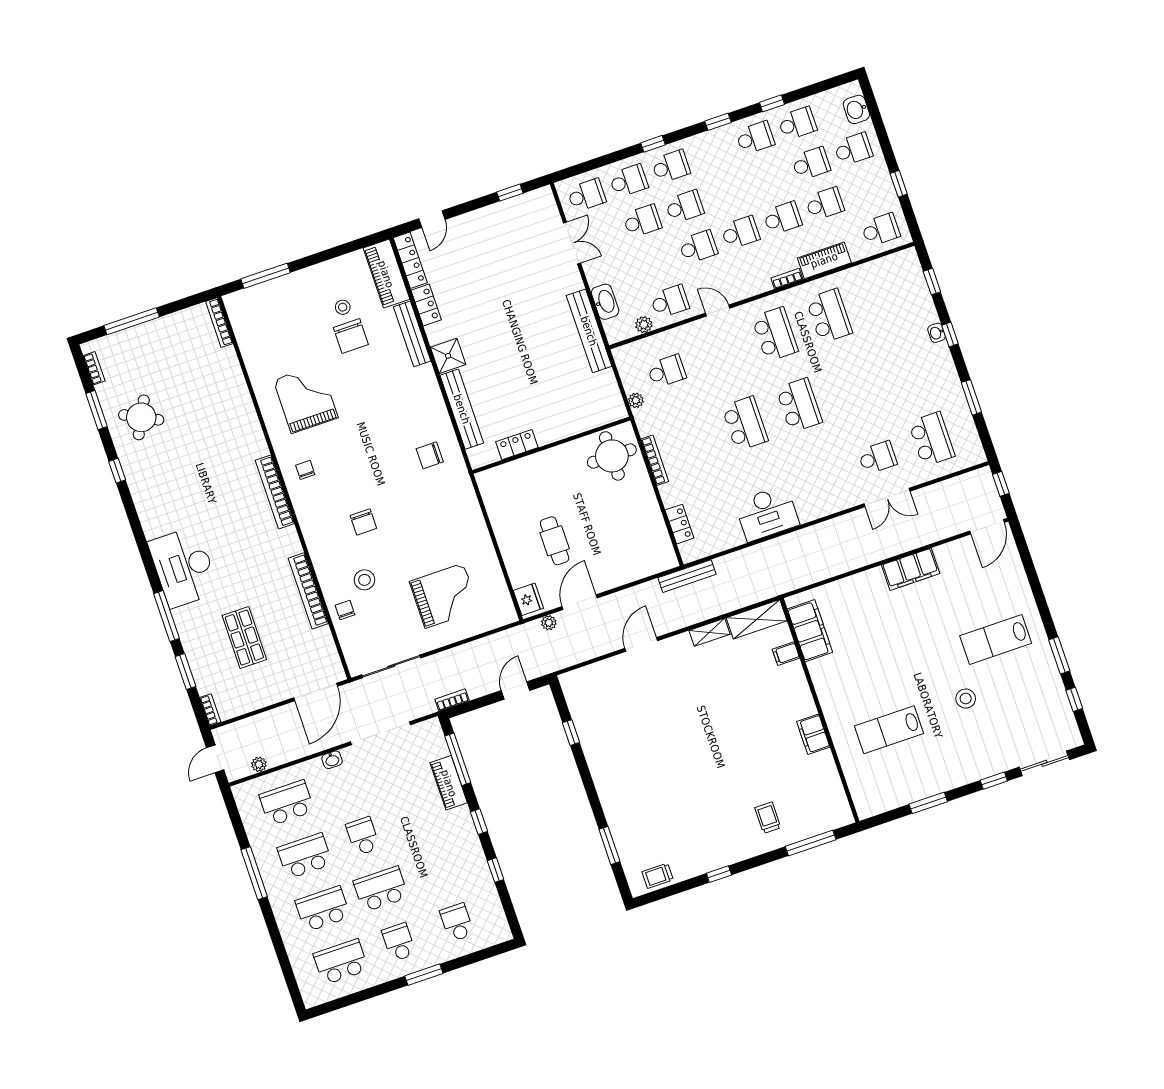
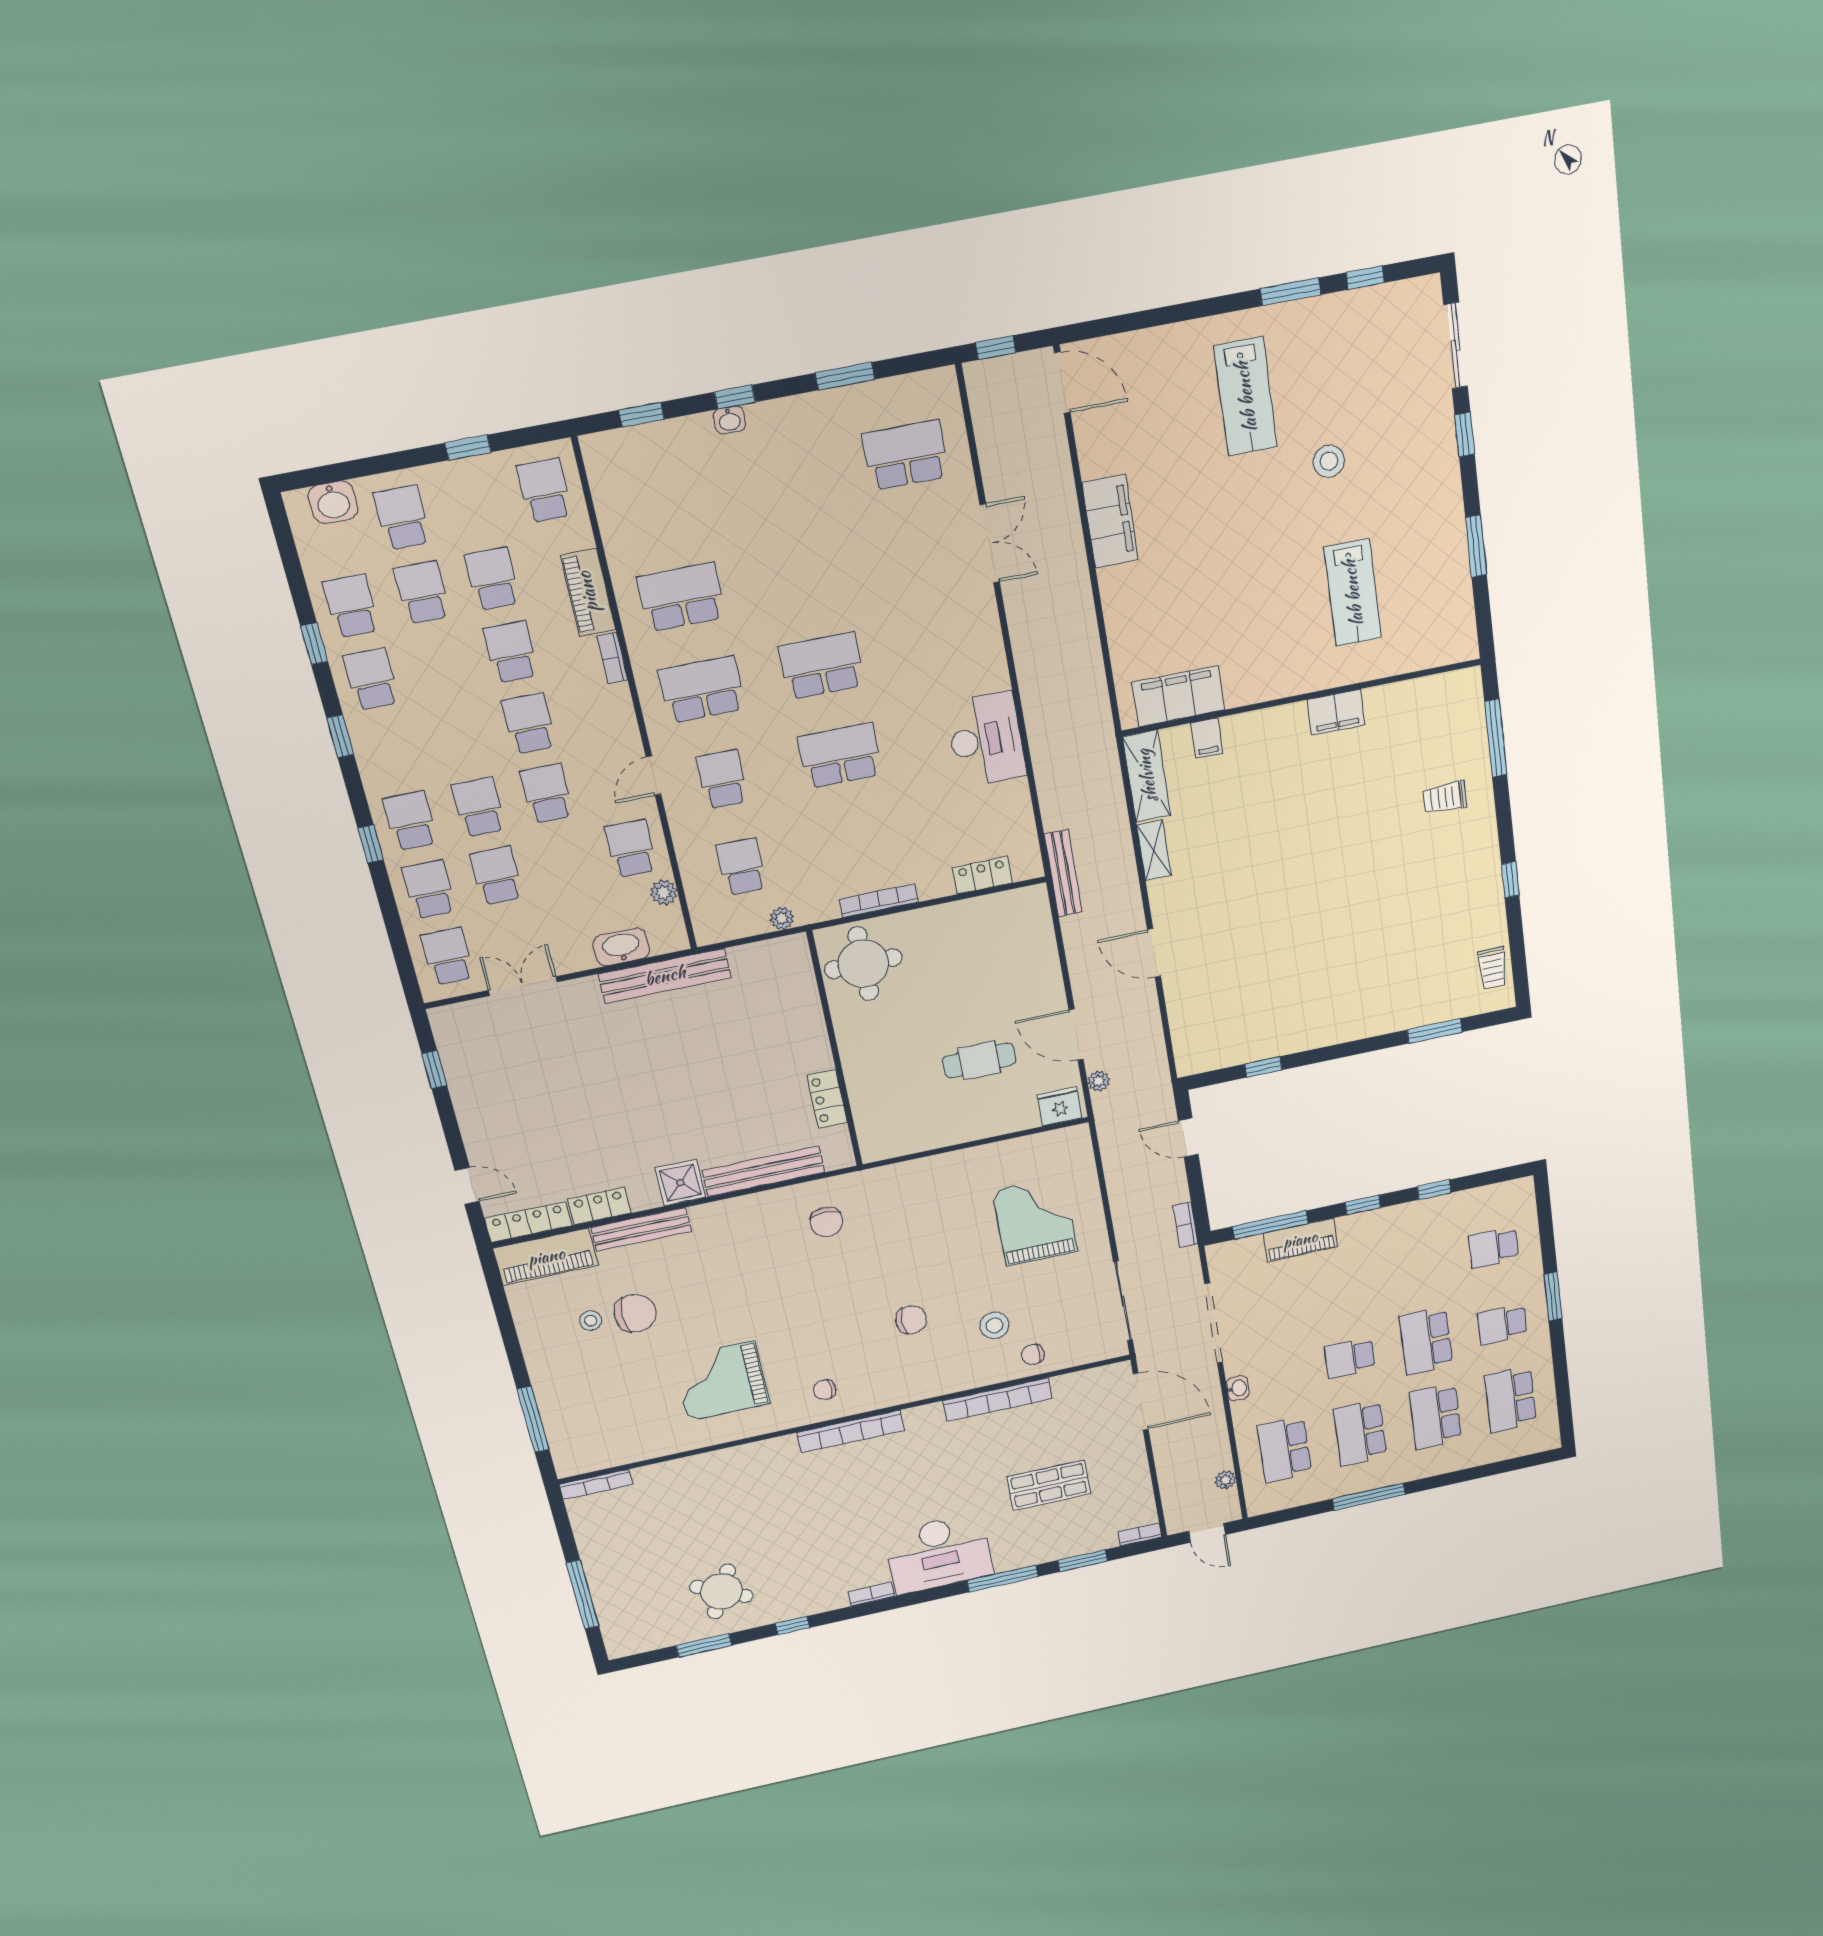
bookcase: (94, 368) -> (871, 1594), moved
school desk: (877, 458) -> (722, 779), moved

